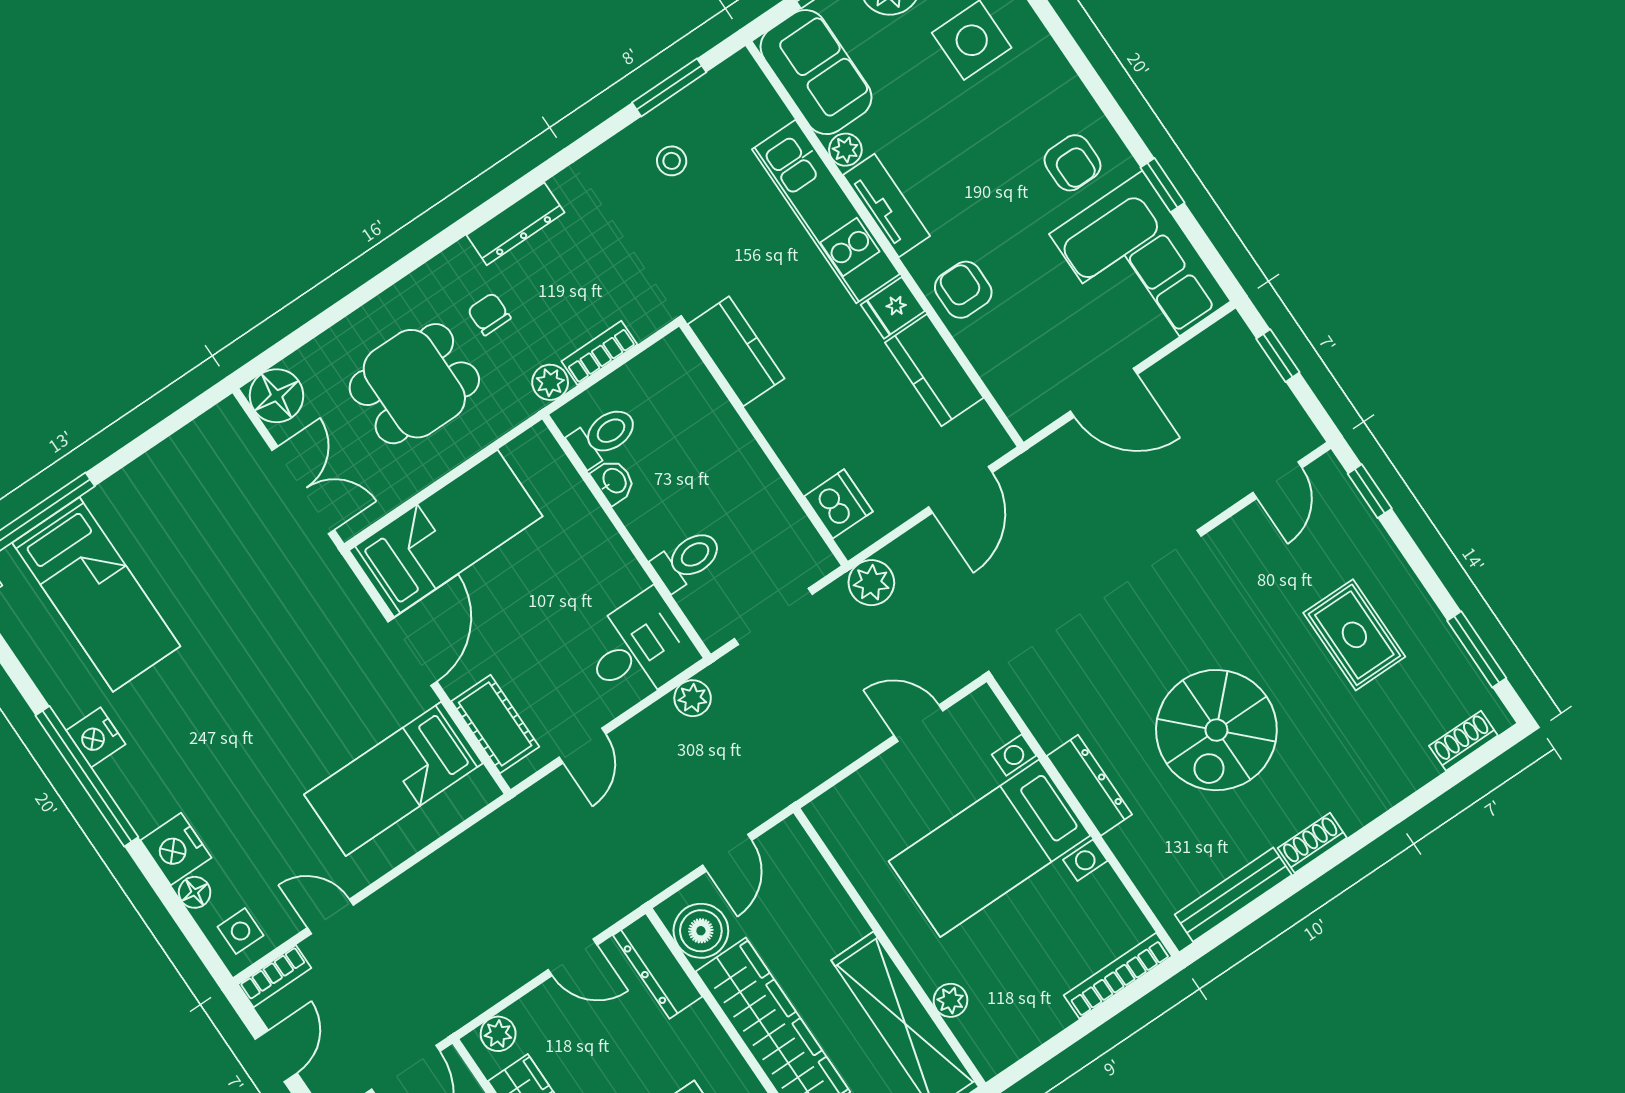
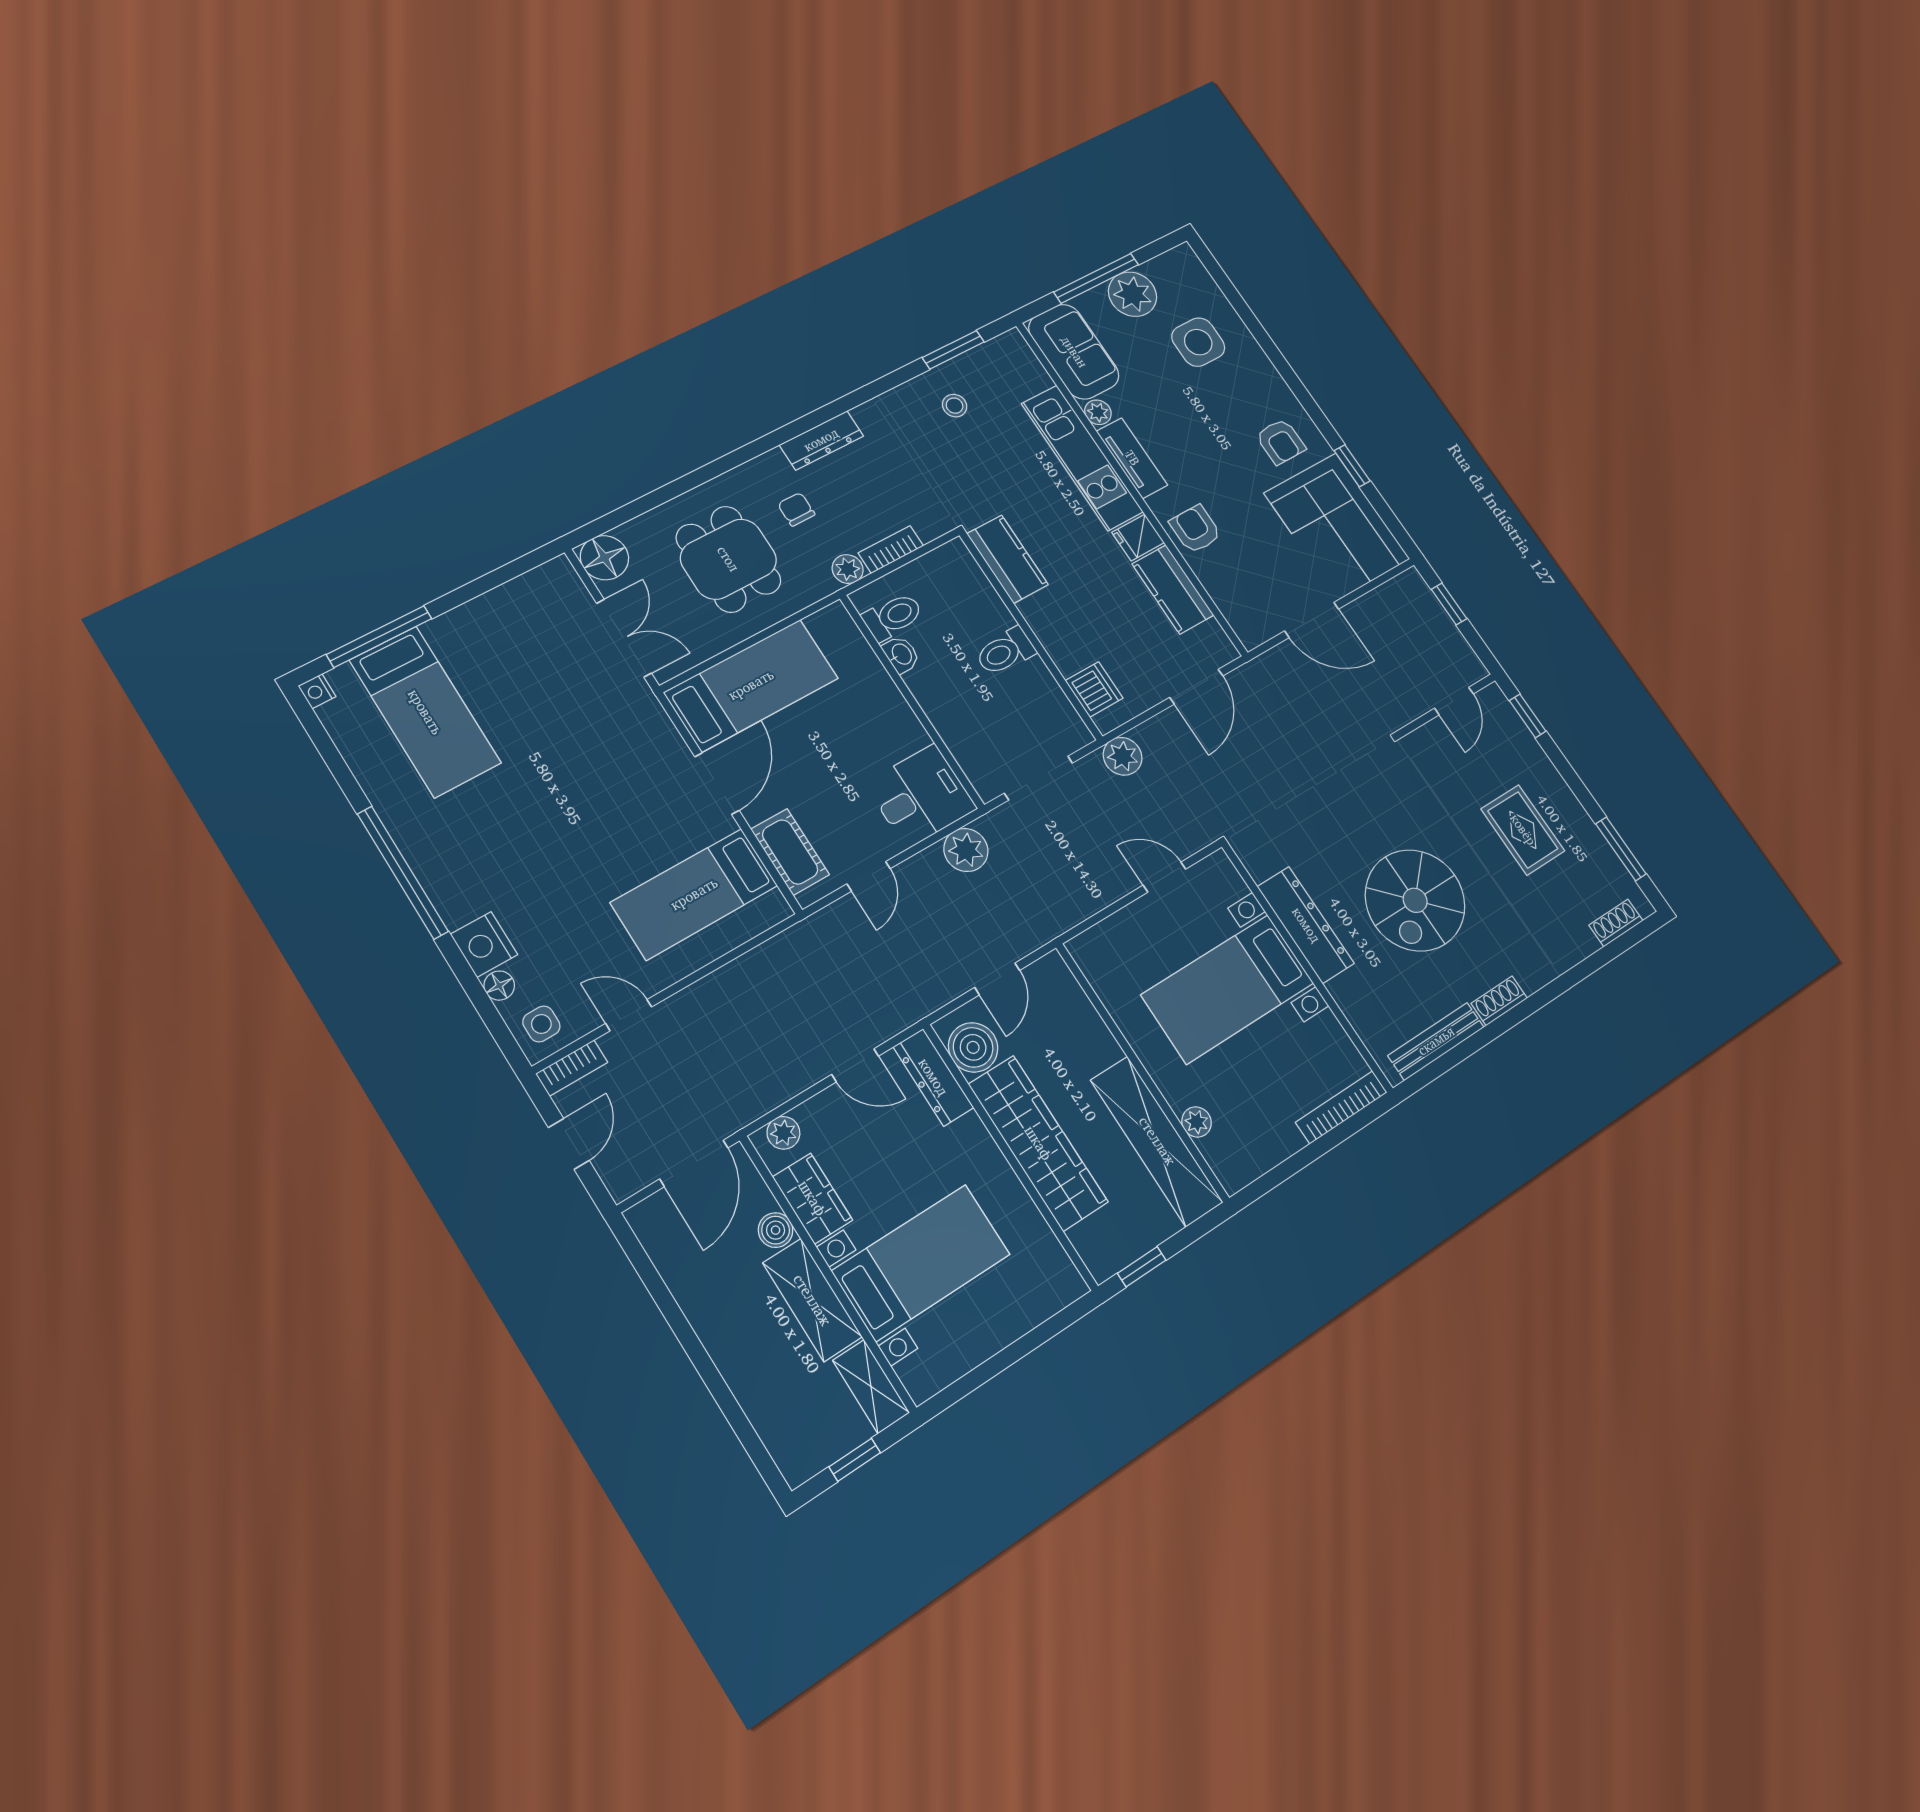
dining table: (414, 384) -> (728, 559), turned 90
toilet: (687, 560) -> (1005, 652), moved, turned 180
plant: (693, 698) -> (966, 850), width x1.38, depth x1.38
nightstand: (96, 737) -> (414, 838), removed
dresser: (1089, 785) -> (1306, 925), width x1.37, depth x1.24

